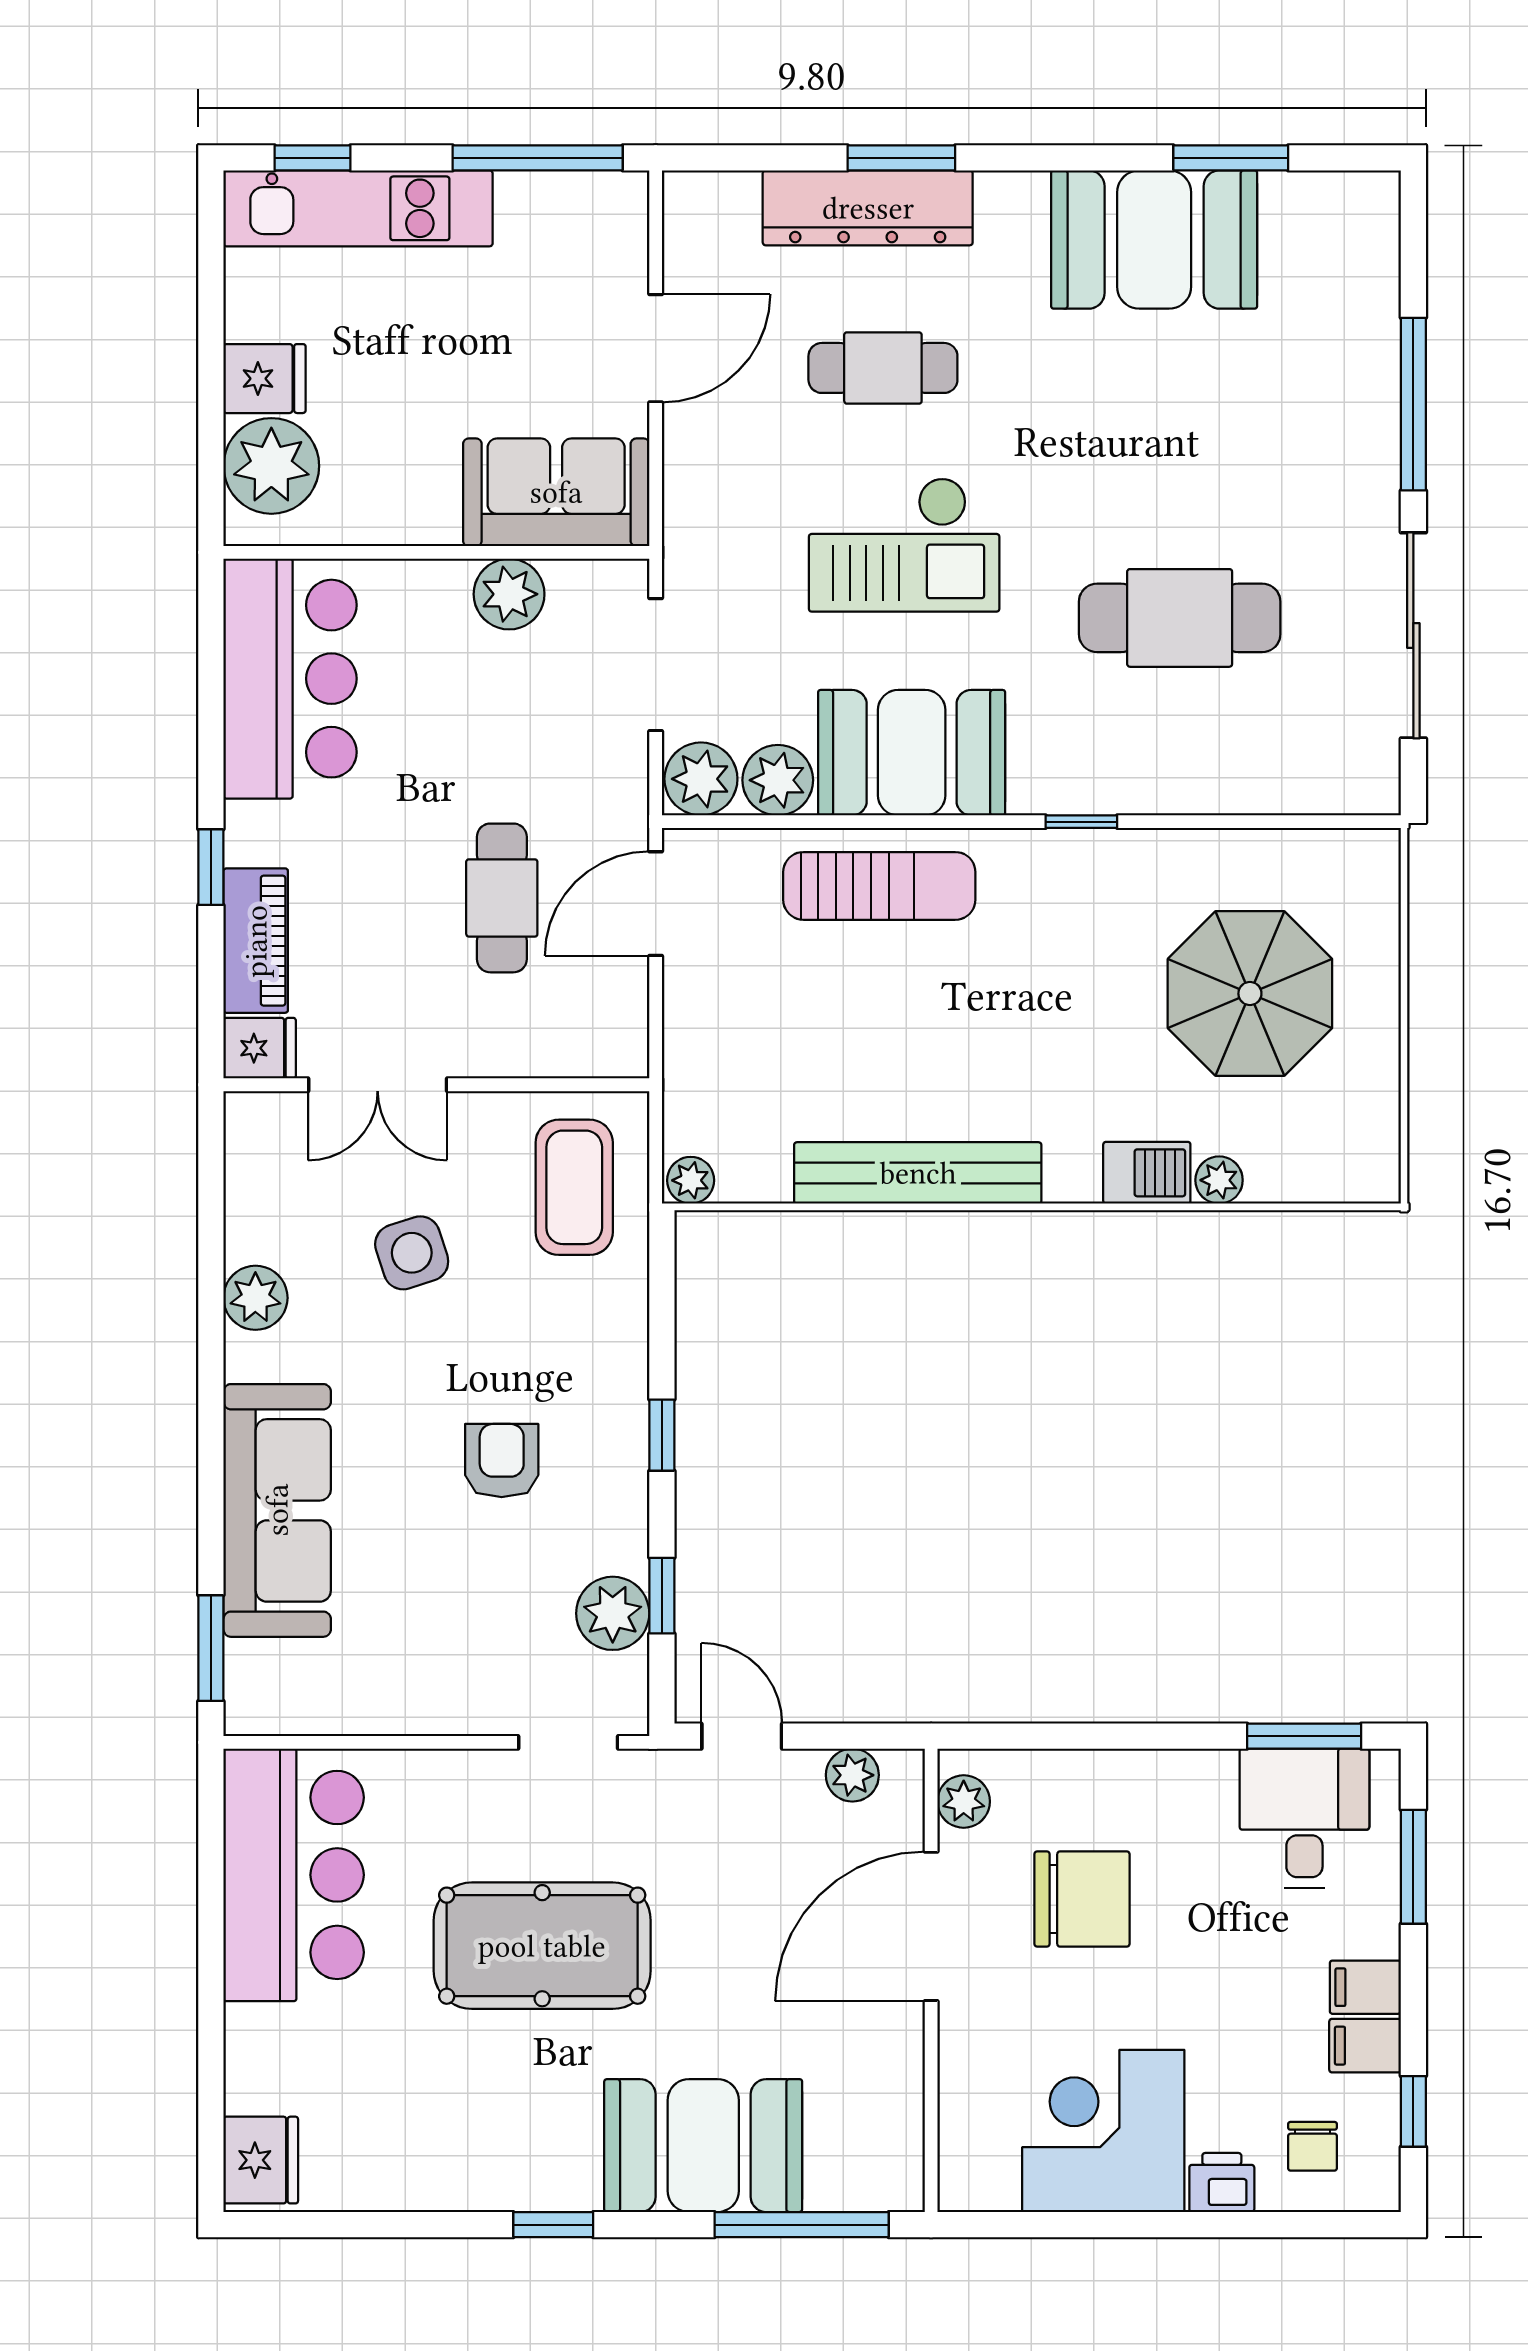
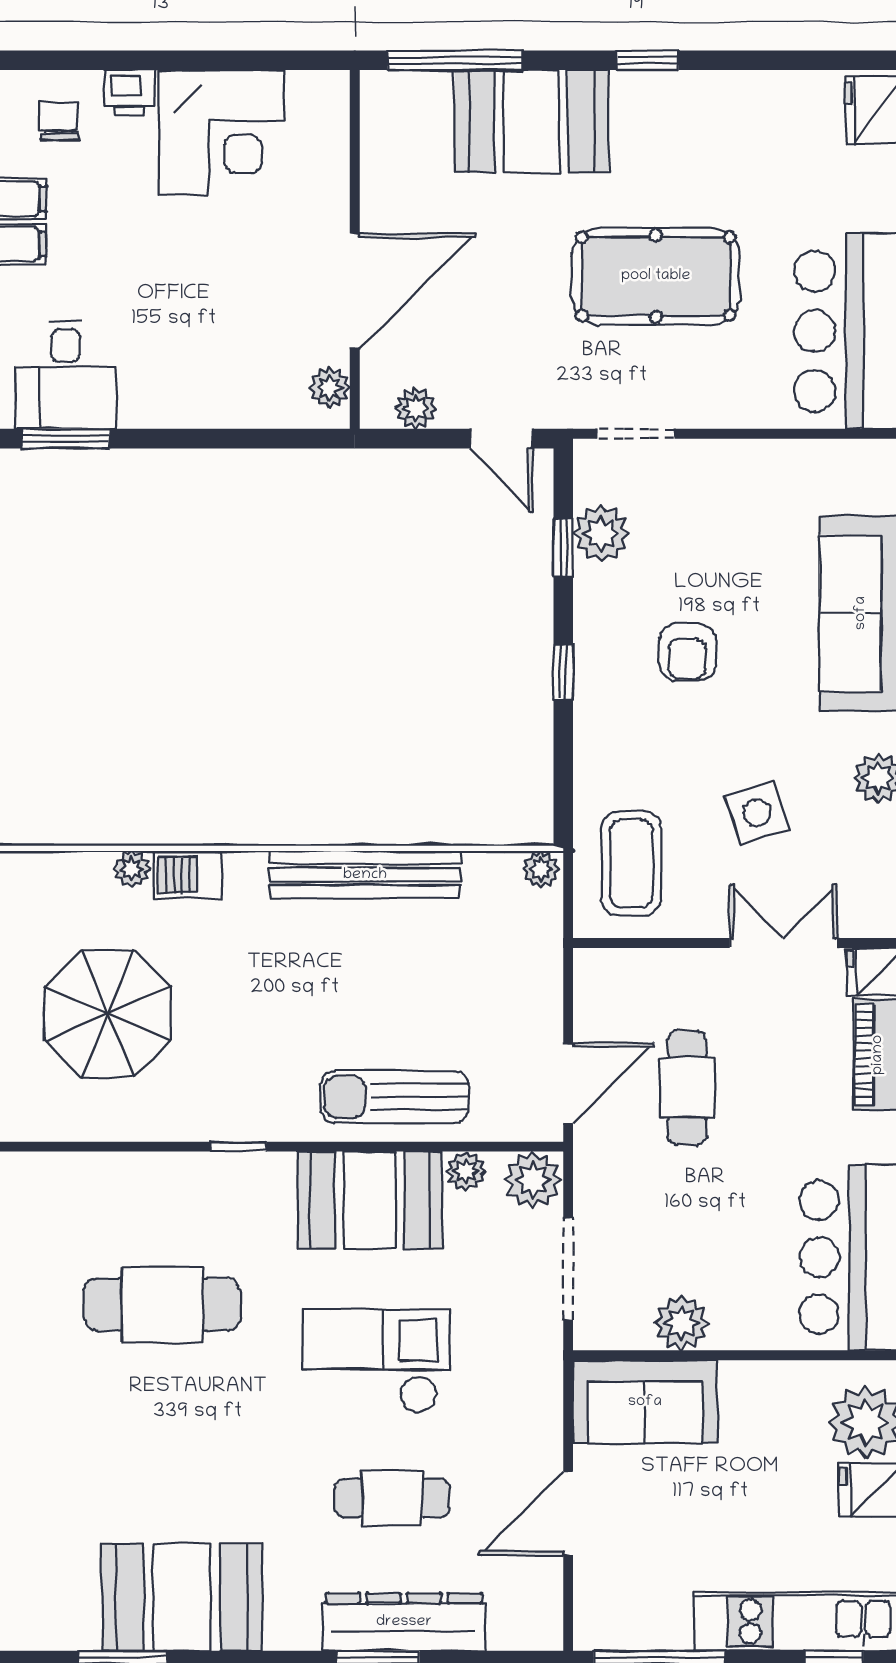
plant: (778, 780) -> (466, 1171), width x0.73, depth x0.73
chair: (1082, 1899) -> (238, 312), removed

